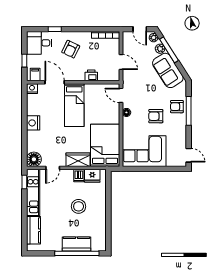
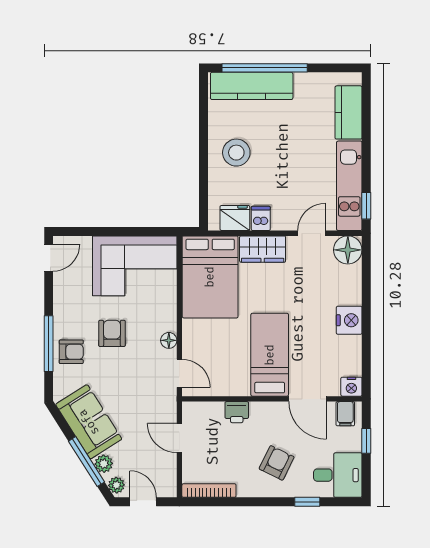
armchair: (156, 116) -> (112, 333), turned -90
door: (189, 155) -> (49, 258), swing flipped
stool: (79, 206) -> (236, 153), moved
kitchen counter: (76, 244) -> (252, 86), width x1.50

